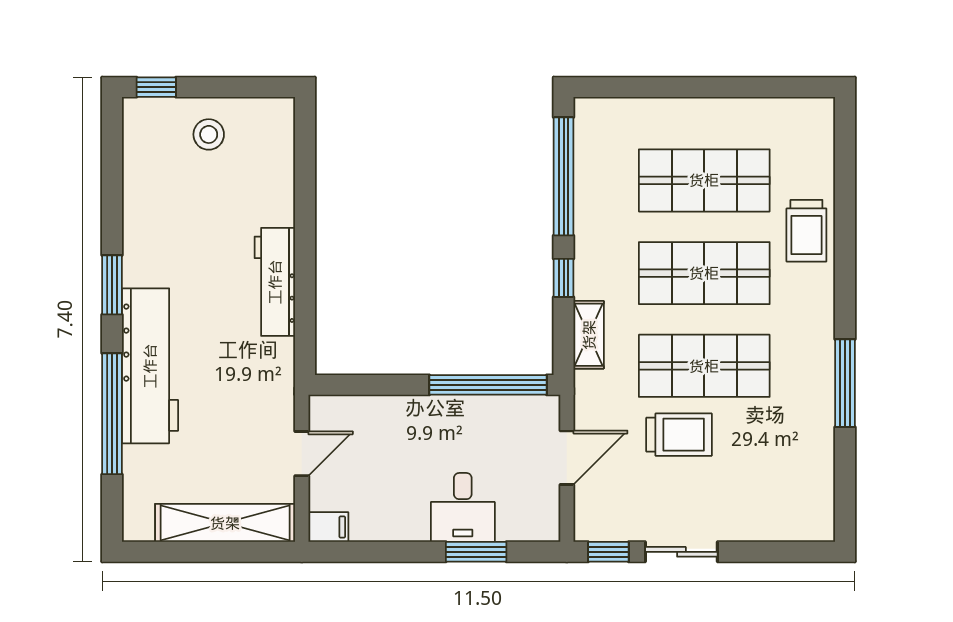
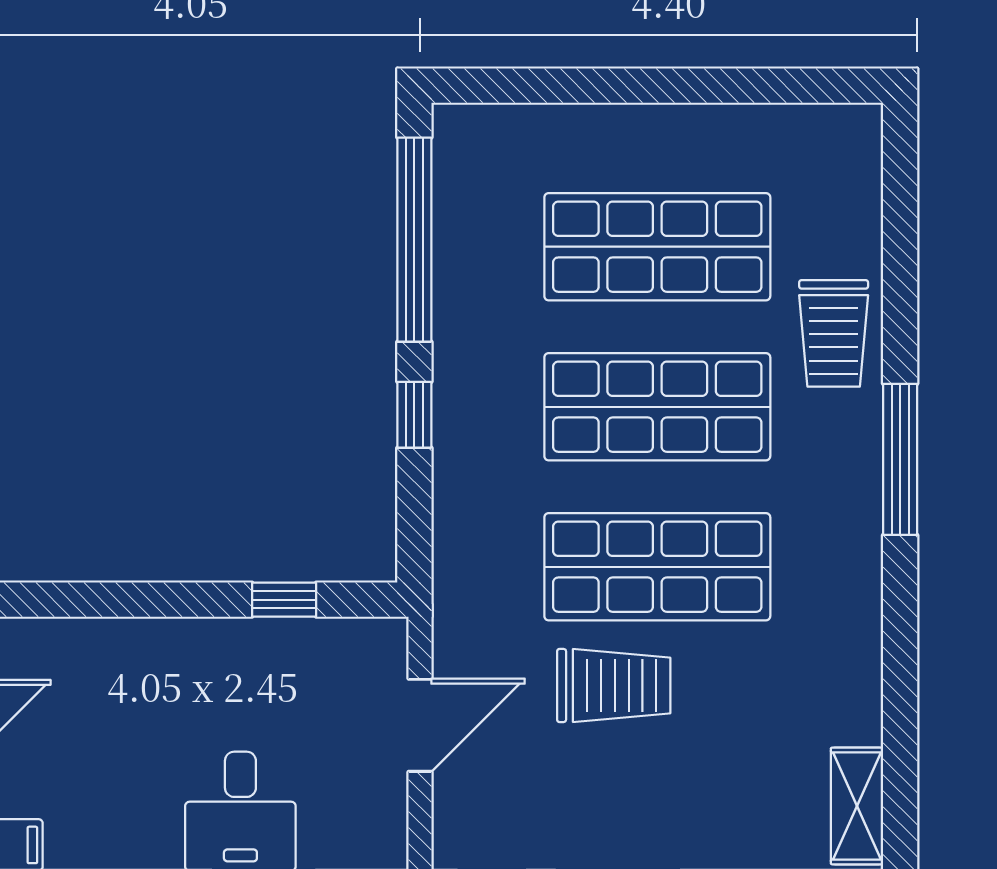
shelving: (589, 335) -> (857, 806), moved
window: (845, 383) -> (900, 459), moved
window: (488, 385) -> (284, 600), width x0.32

